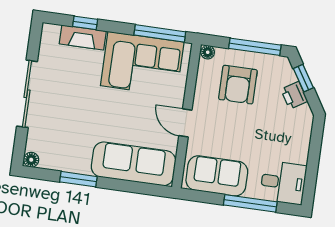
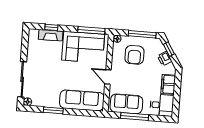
sliding door: (27, 94) -> (22, 79), moved
filing cabinet: (298, 144) -> (168, 84), added
window: (250, 203) -> (135, 117), moved

